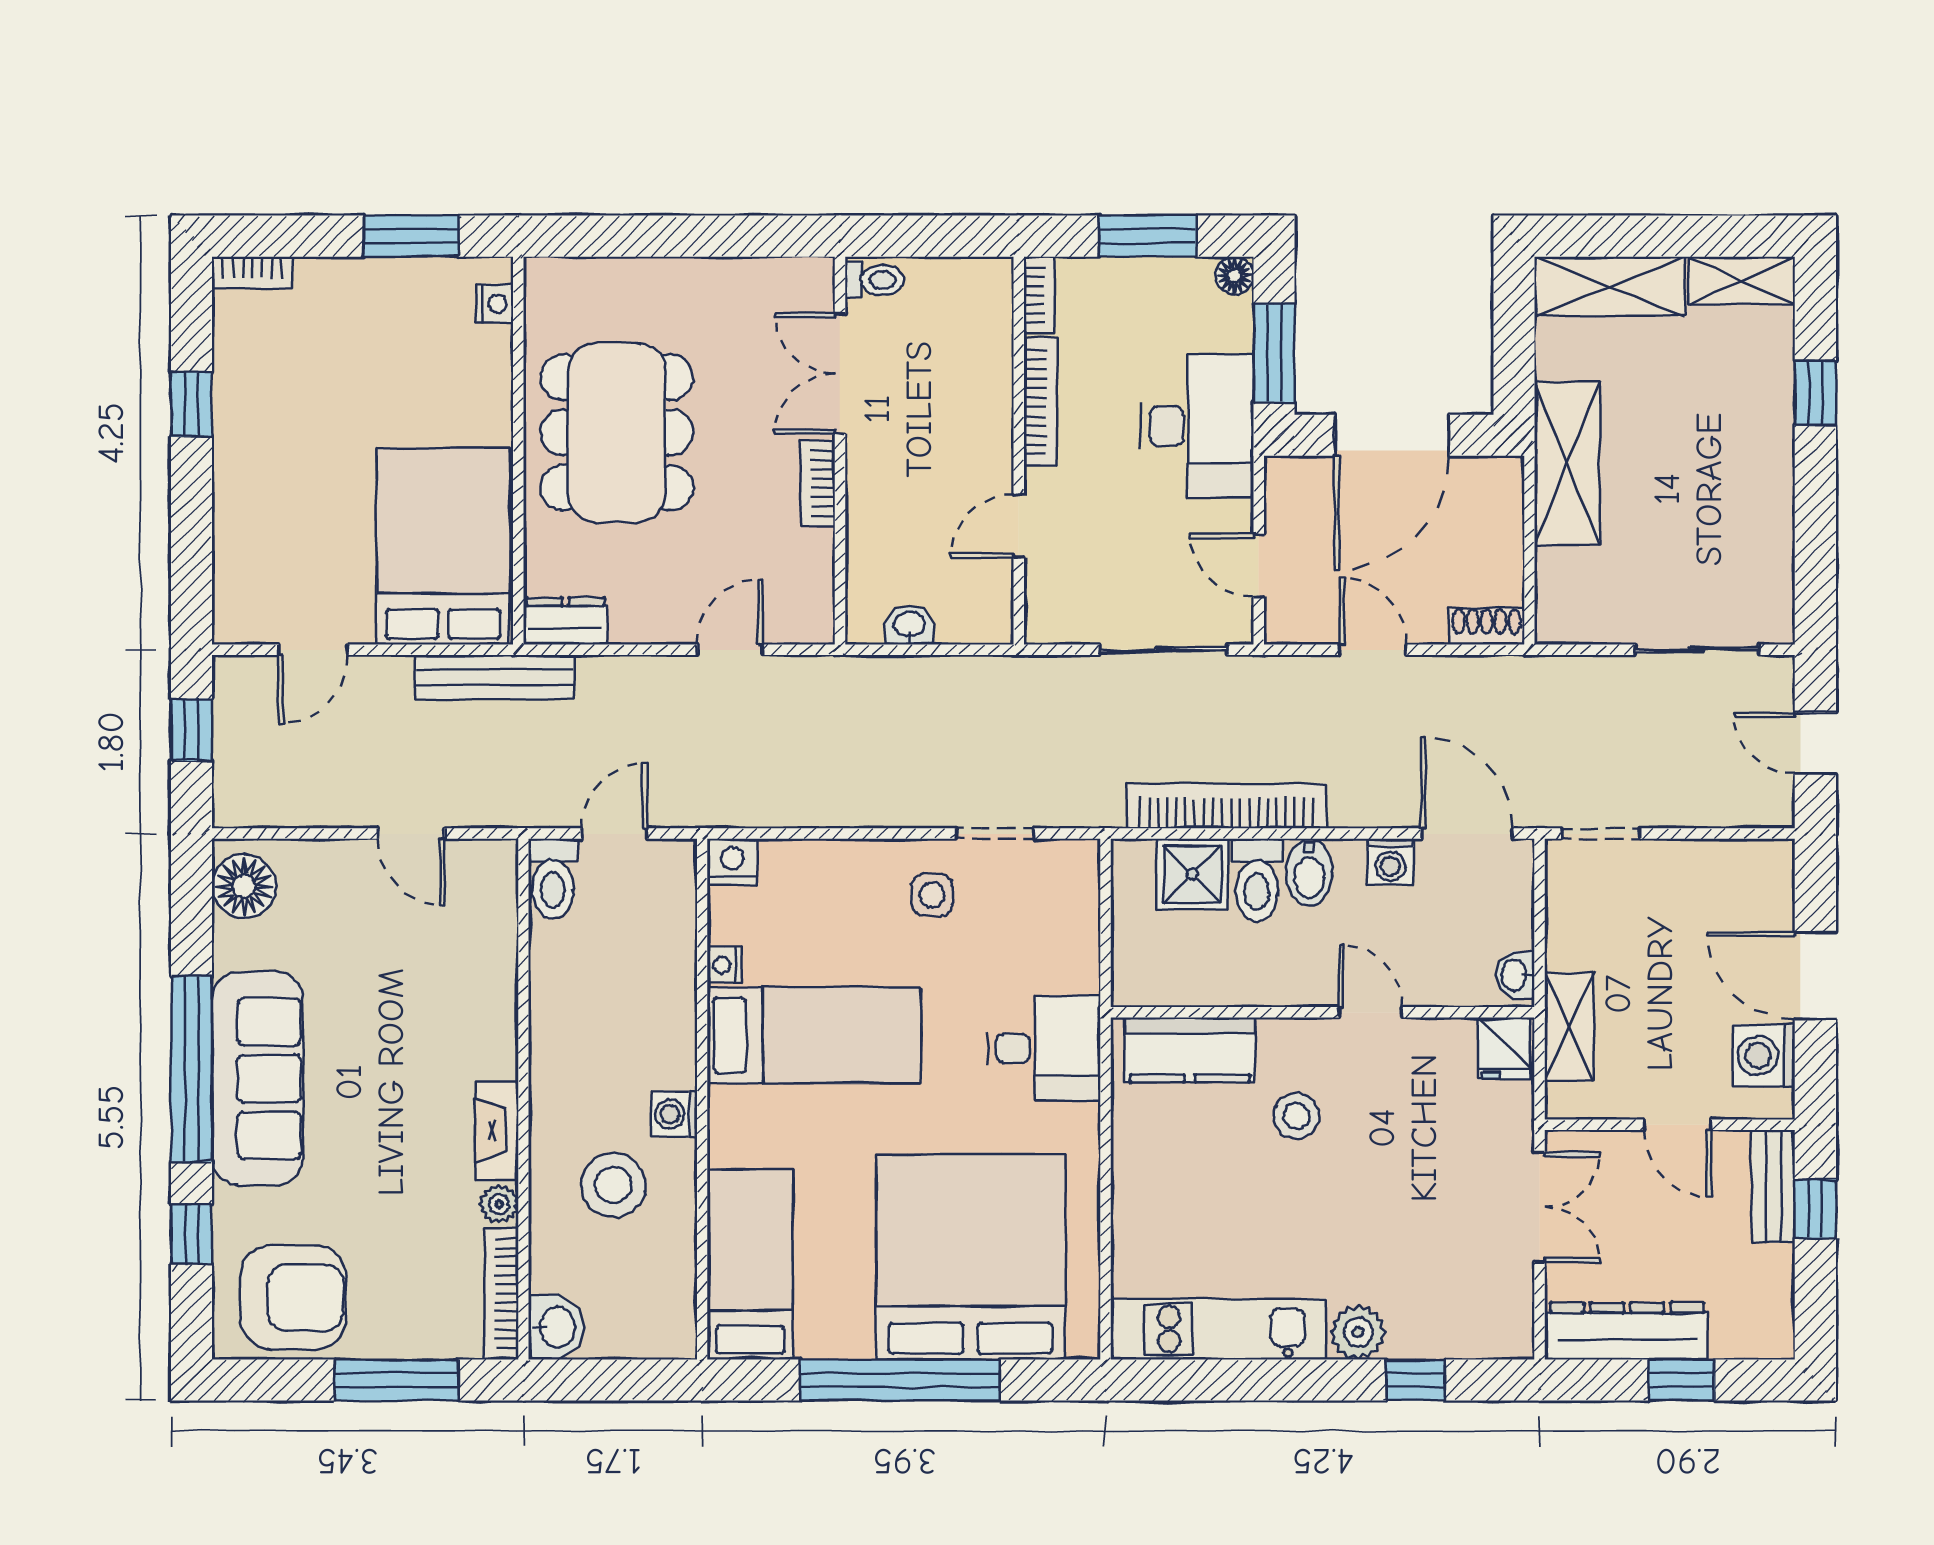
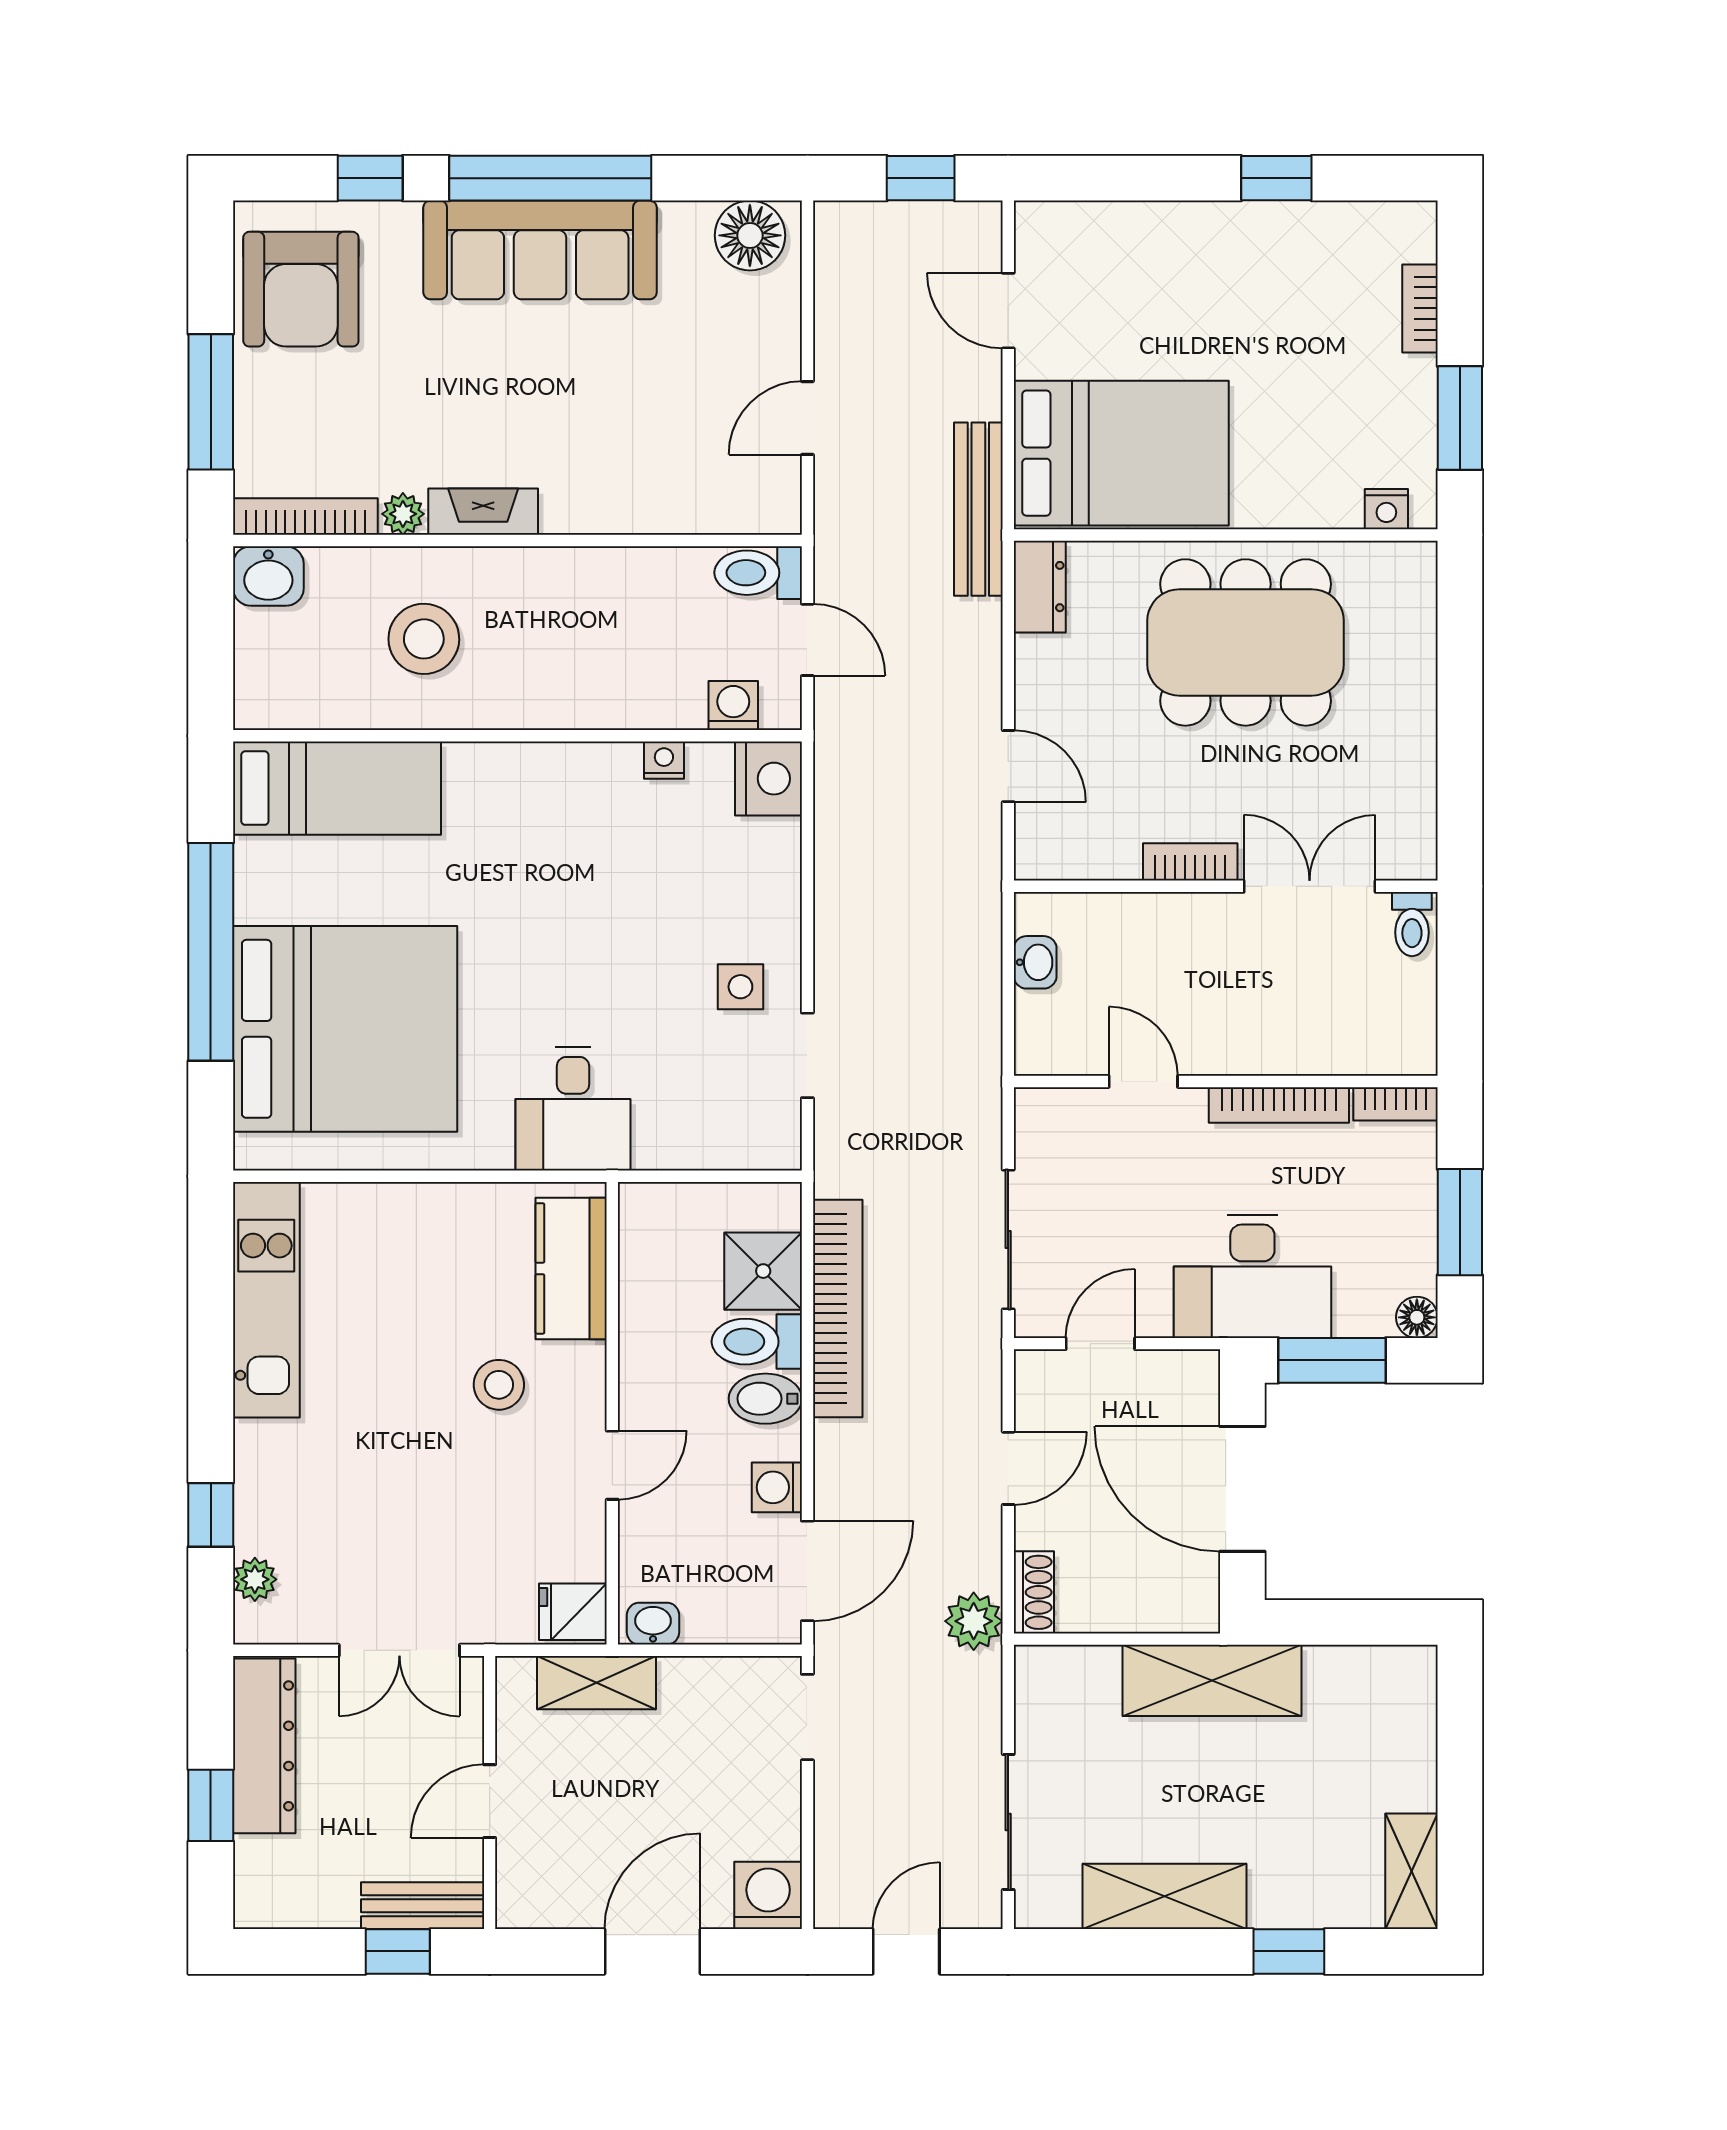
bookcase: (252, 273) -> (1420, 308), moved
shelving: (1610, 287) -> (1165, 1896), moved, turned 90
plant: (1513, 681) -> (974, 1621), added
nightstand: (732, 862) -> (768, 779), width x1.36, depth x1.33
bed: (814, 1035) -> (587, 858), removed
washing machine: (1764, 1056) -> (768, 1895), moved
washing machine: (674, 1114) -> (733, 706), moved
plant: (1358, 1332) -> (255, 1579), moved, width x0.73, depth x0.73

